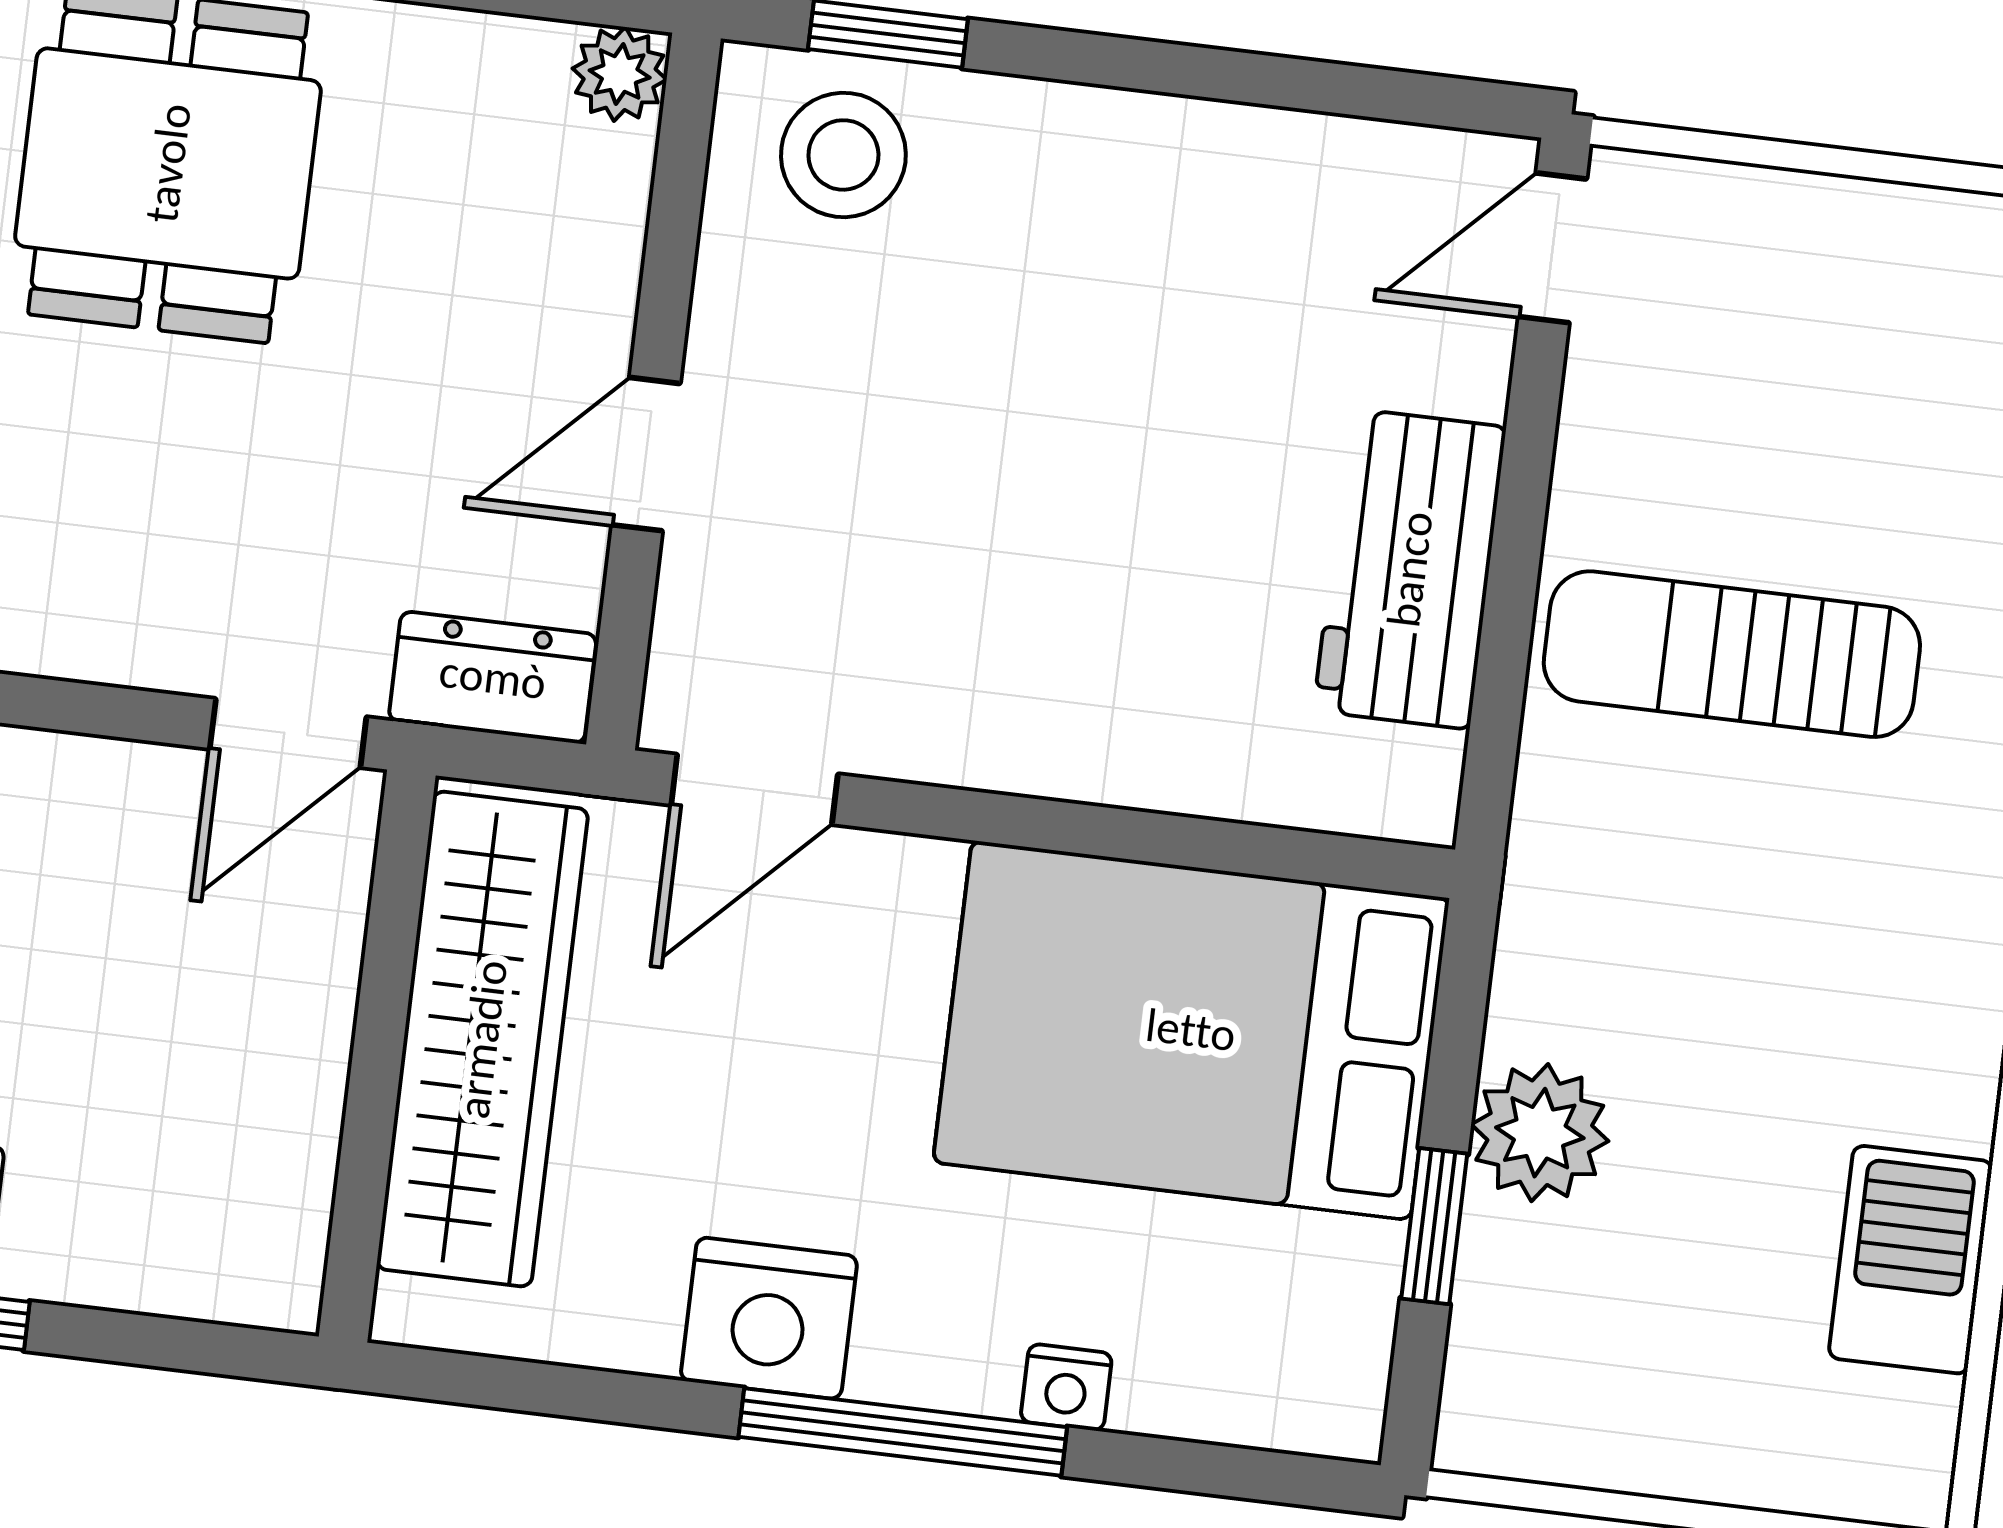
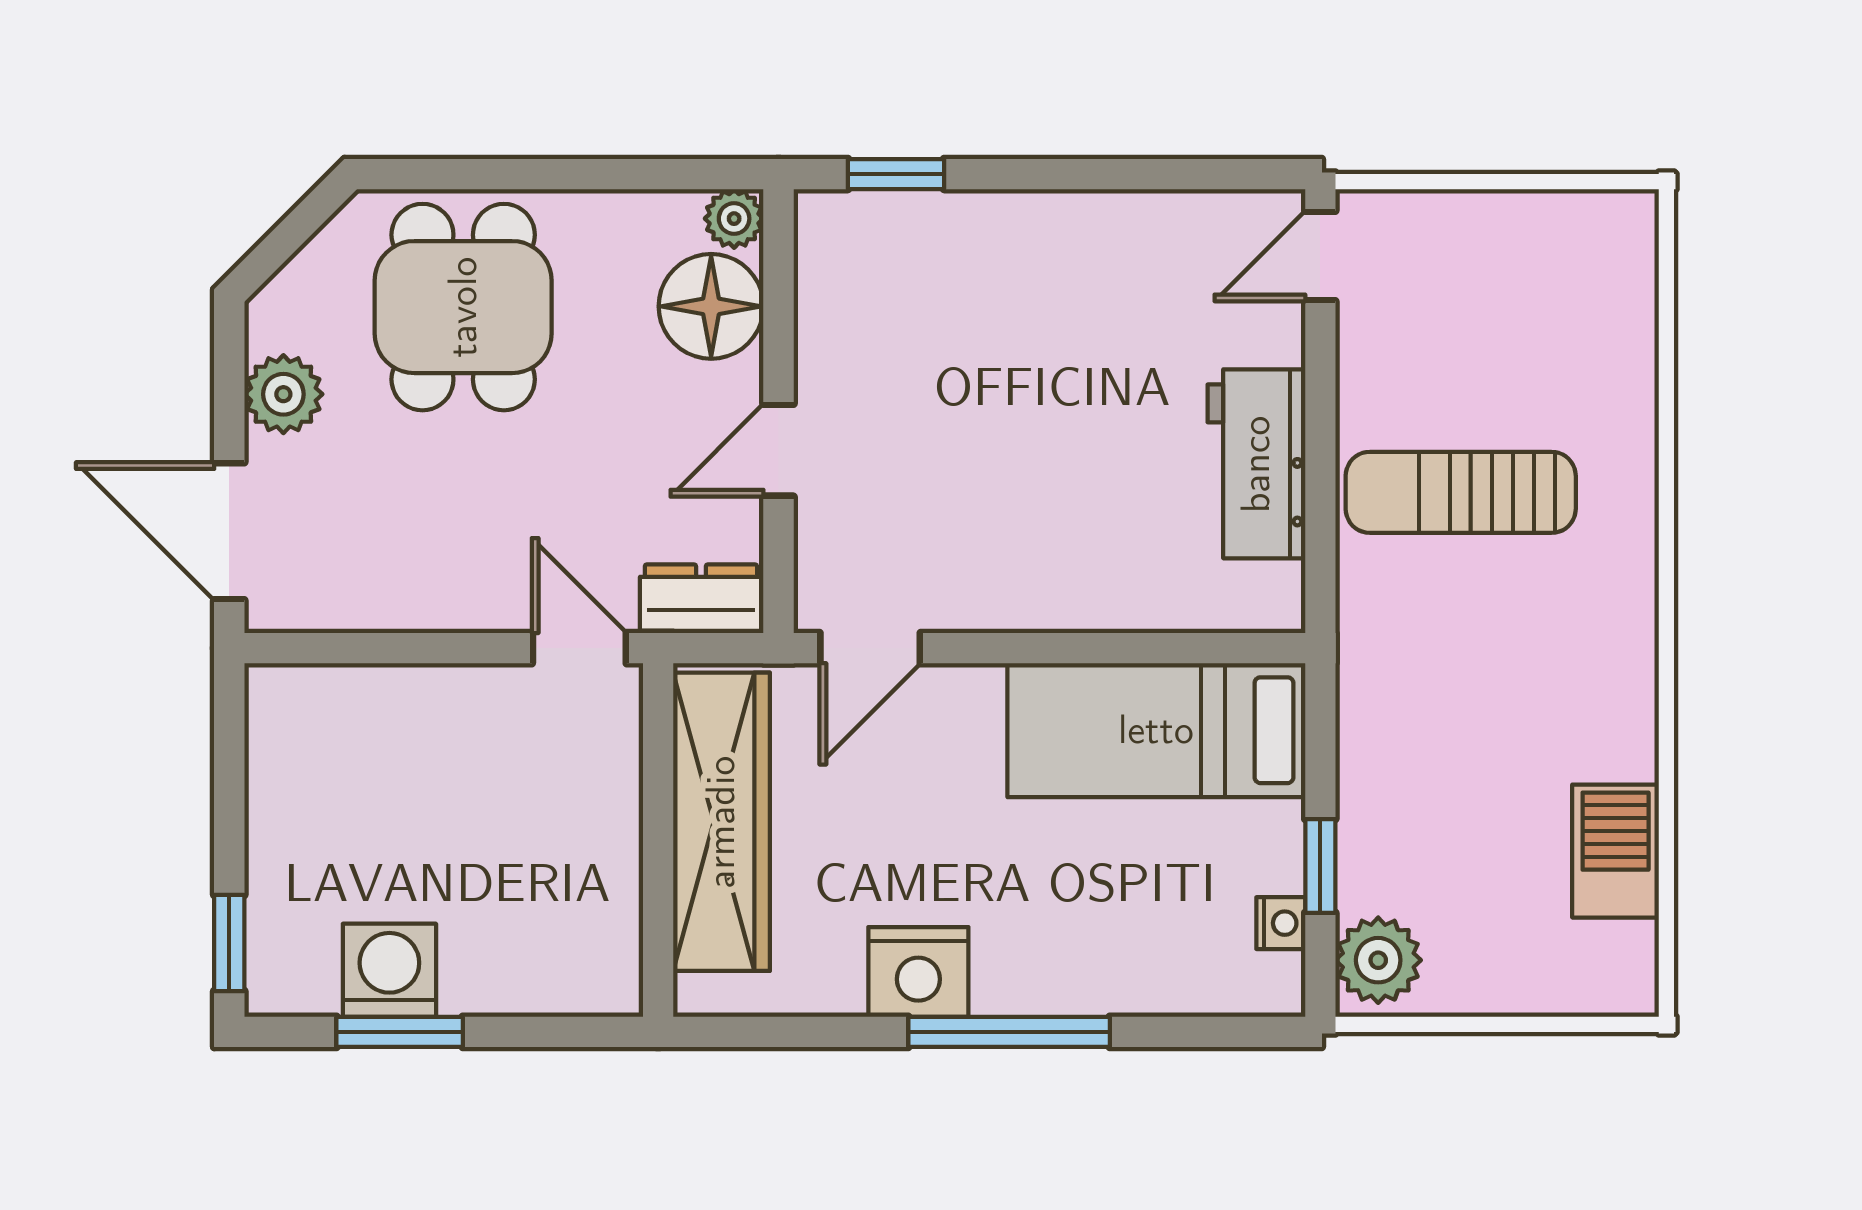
stool: (843, 155) -> (878, 252), removed
floor lamp: (566, 210) -> (711, 306), added
door: (288, 733) -> (579, 648), swing flipped
bed: (1191, 1030) -> (1156, 730), width x0.67
plant: (1540, 1133) -> (1378, 960), moved
nightstand: (1066, 1387) -> (1281, 923), moved, turned -90

